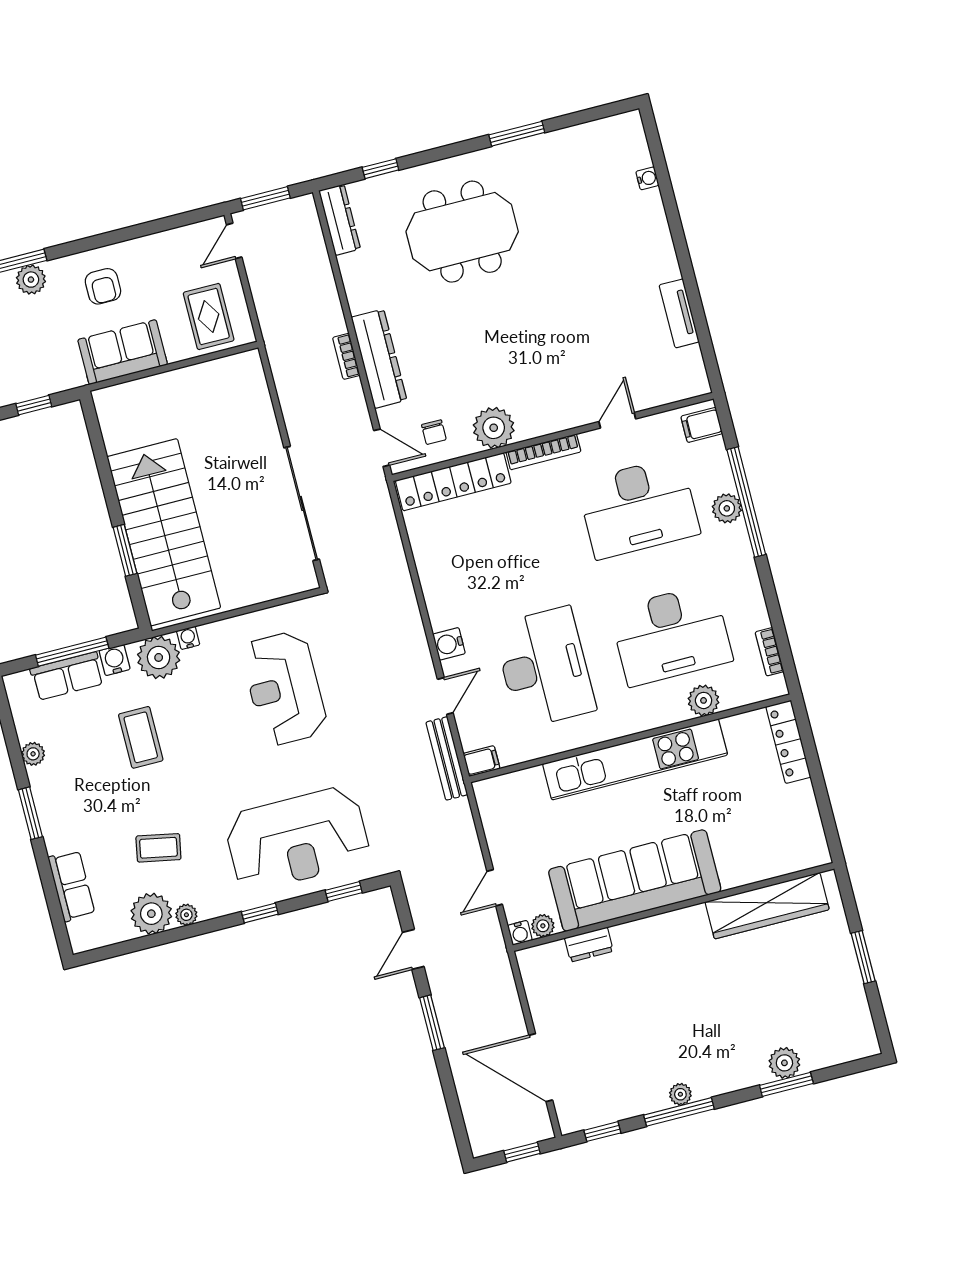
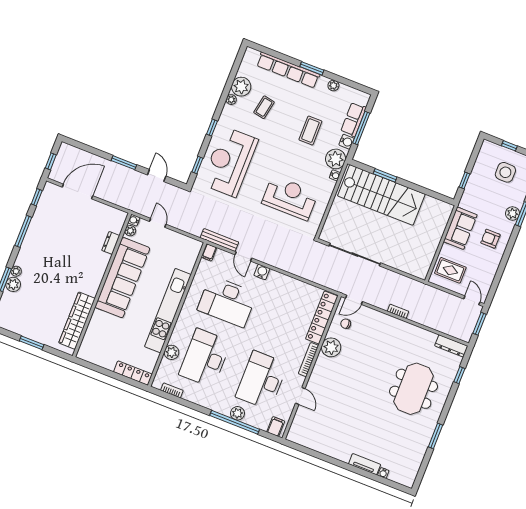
tv unit: (679, 313) -> (365, 464), moved
dresser: (379, 359) -> (388, 323), removed
coffee table: (141, 737) -> (310, 131), turned 90
row of seats: (71, 886) -> (288, 70), width x2.02
plant: (680, 1094) -> (16, 271), moved

